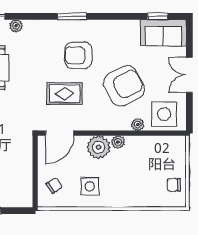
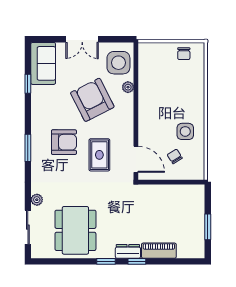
window: (158, 16) -> (28, 84), moved
armchair: (78, 55) -> (64, 142), turned -90
plant: (118, 142) -> (144, 105), removed
plant: (98, 147) -> (149, 123), removed
chair: (54, 185) -> (175, 156), moved

